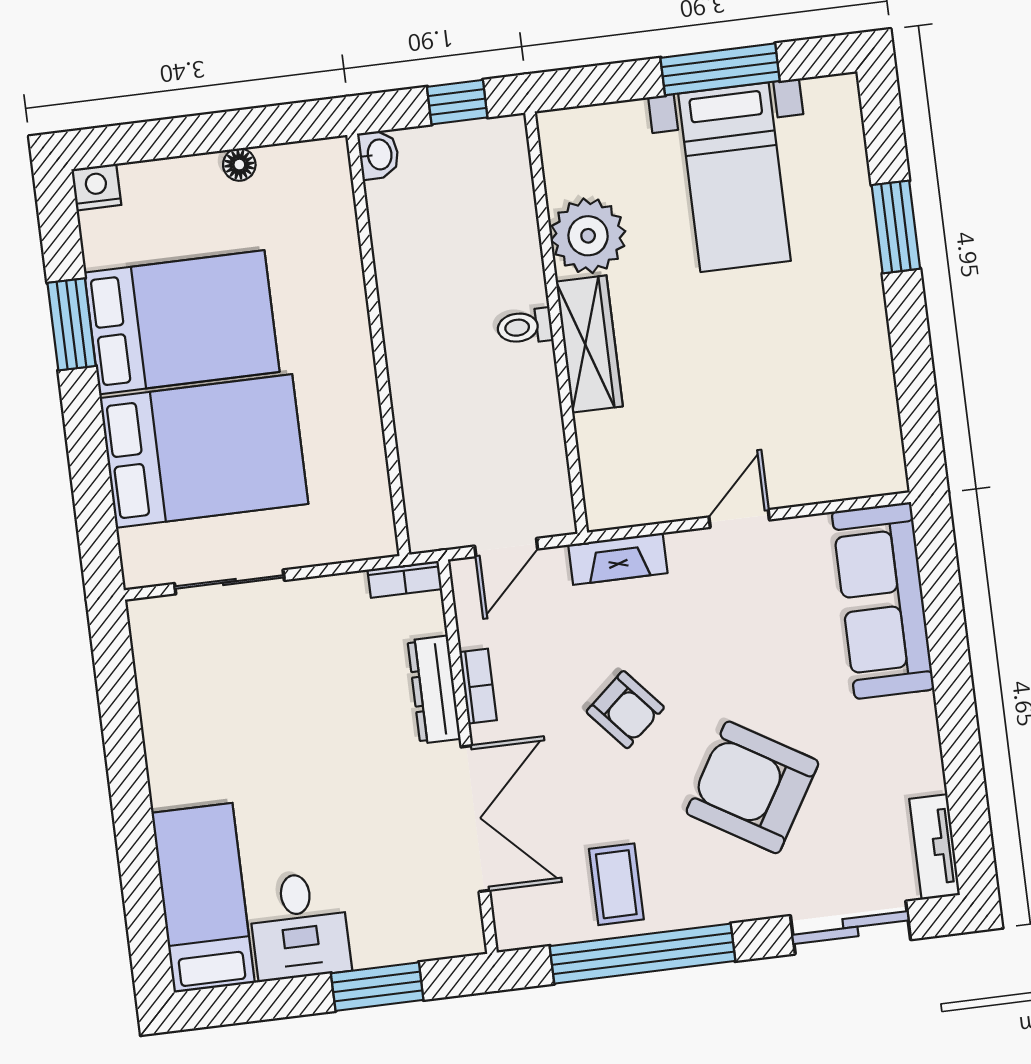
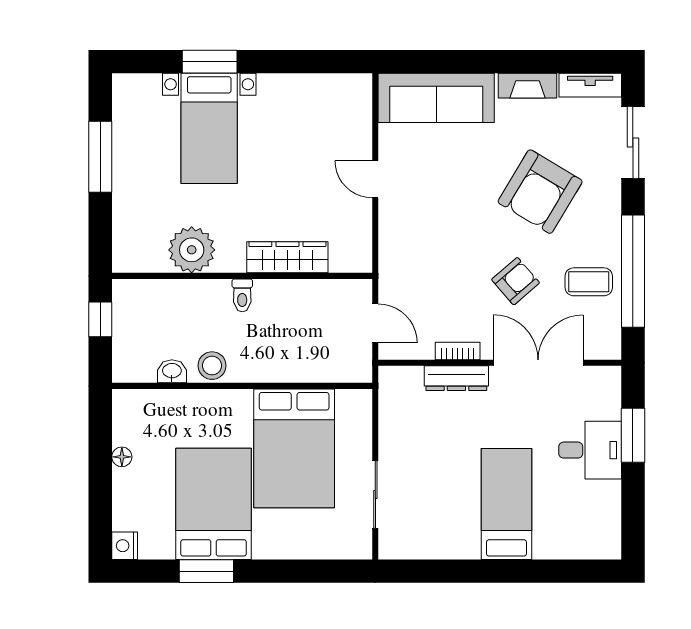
washbasin: (378, 155) -> (172, 371), moved
bed with nightstands: (735, 177) -> (209, 128), moved, turned 90
stool: (405, 292) -> (212, 366), added
wardrobe: (589, 344) -> (287, 257), moved
bed: (204, 451) -> (294, 448), moved, turned 180
fireplace: (618, 559) -> (527, 86), moved, turned 90
bookcase: (405, 579) -> (387, 388), removed
armchair: (625, 710) -> (516, 281), moved
bed: (203, 898) -> (506, 504), moved, turned 90
desk: (299, 926) -> (590, 450), moved

